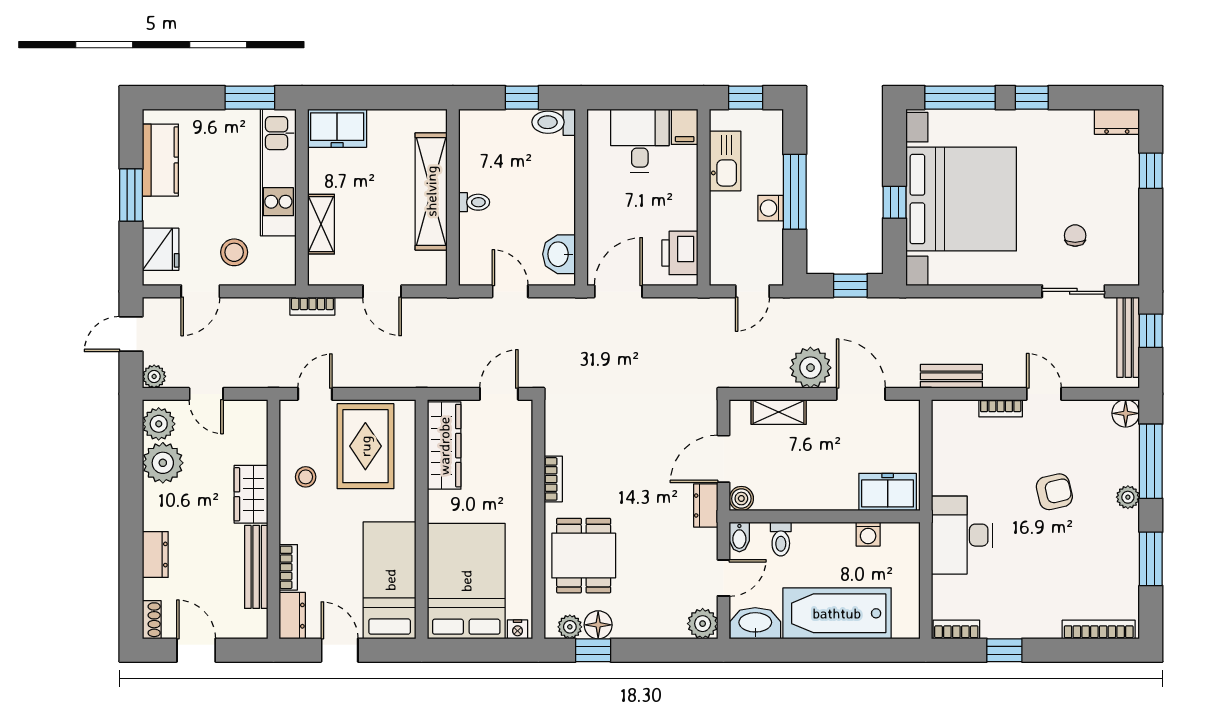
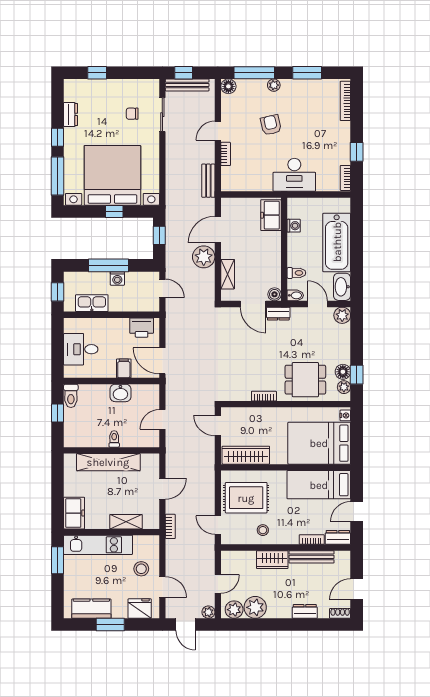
dresser: (1117, 122) -> (71, 114), moved
filing cabinet: (685, 127) -> (124, 368), moved, turned -90
washbasin: (559, 254) -> (120, 393), moved

